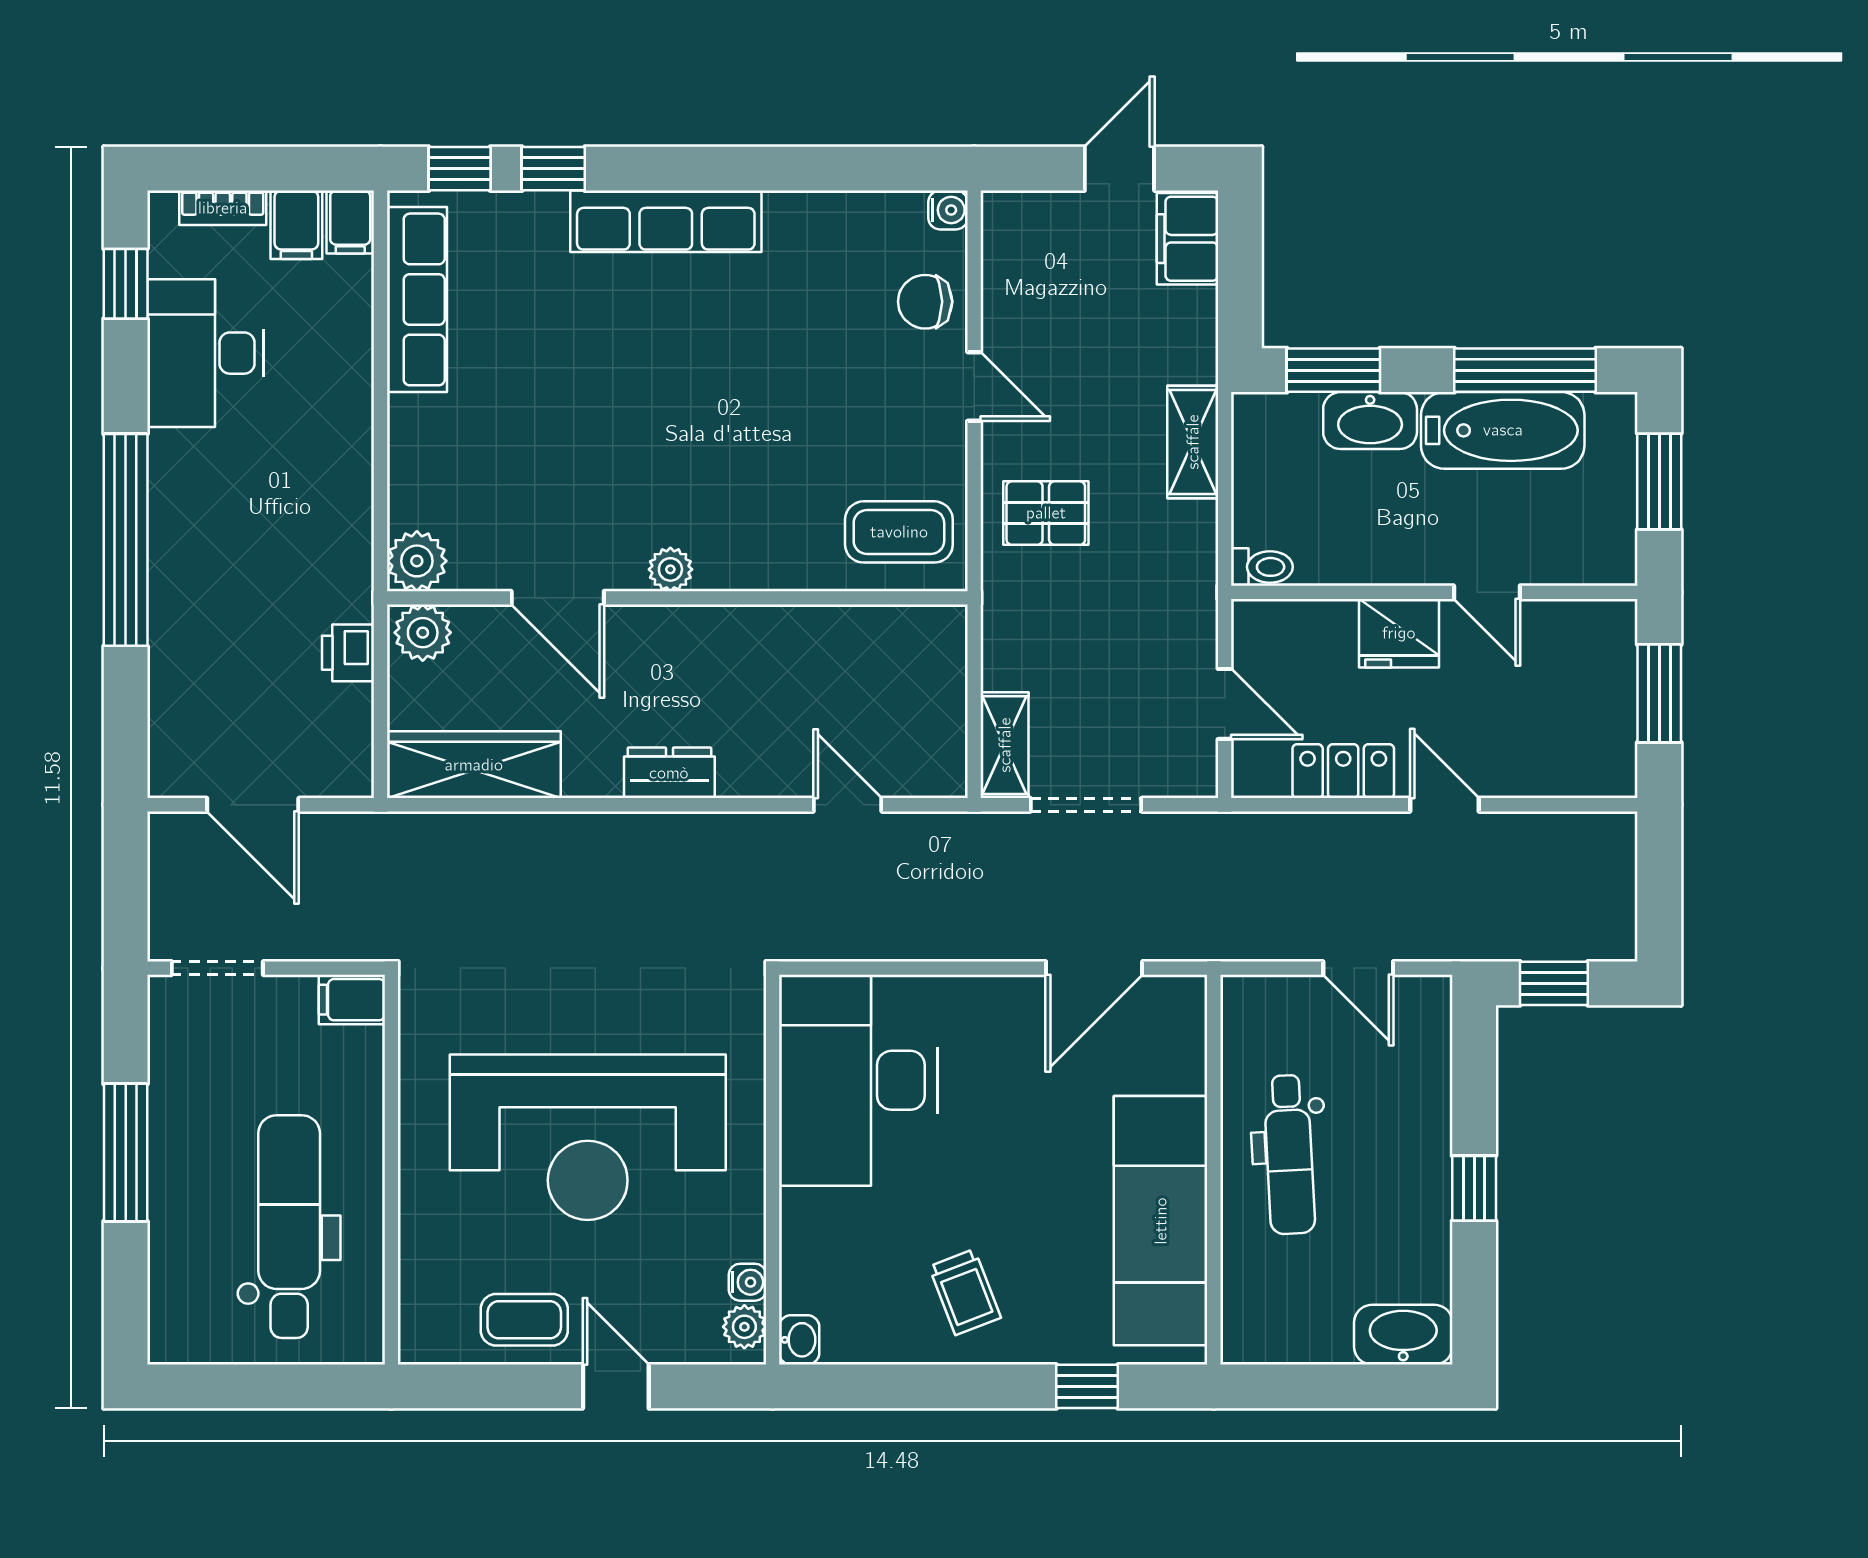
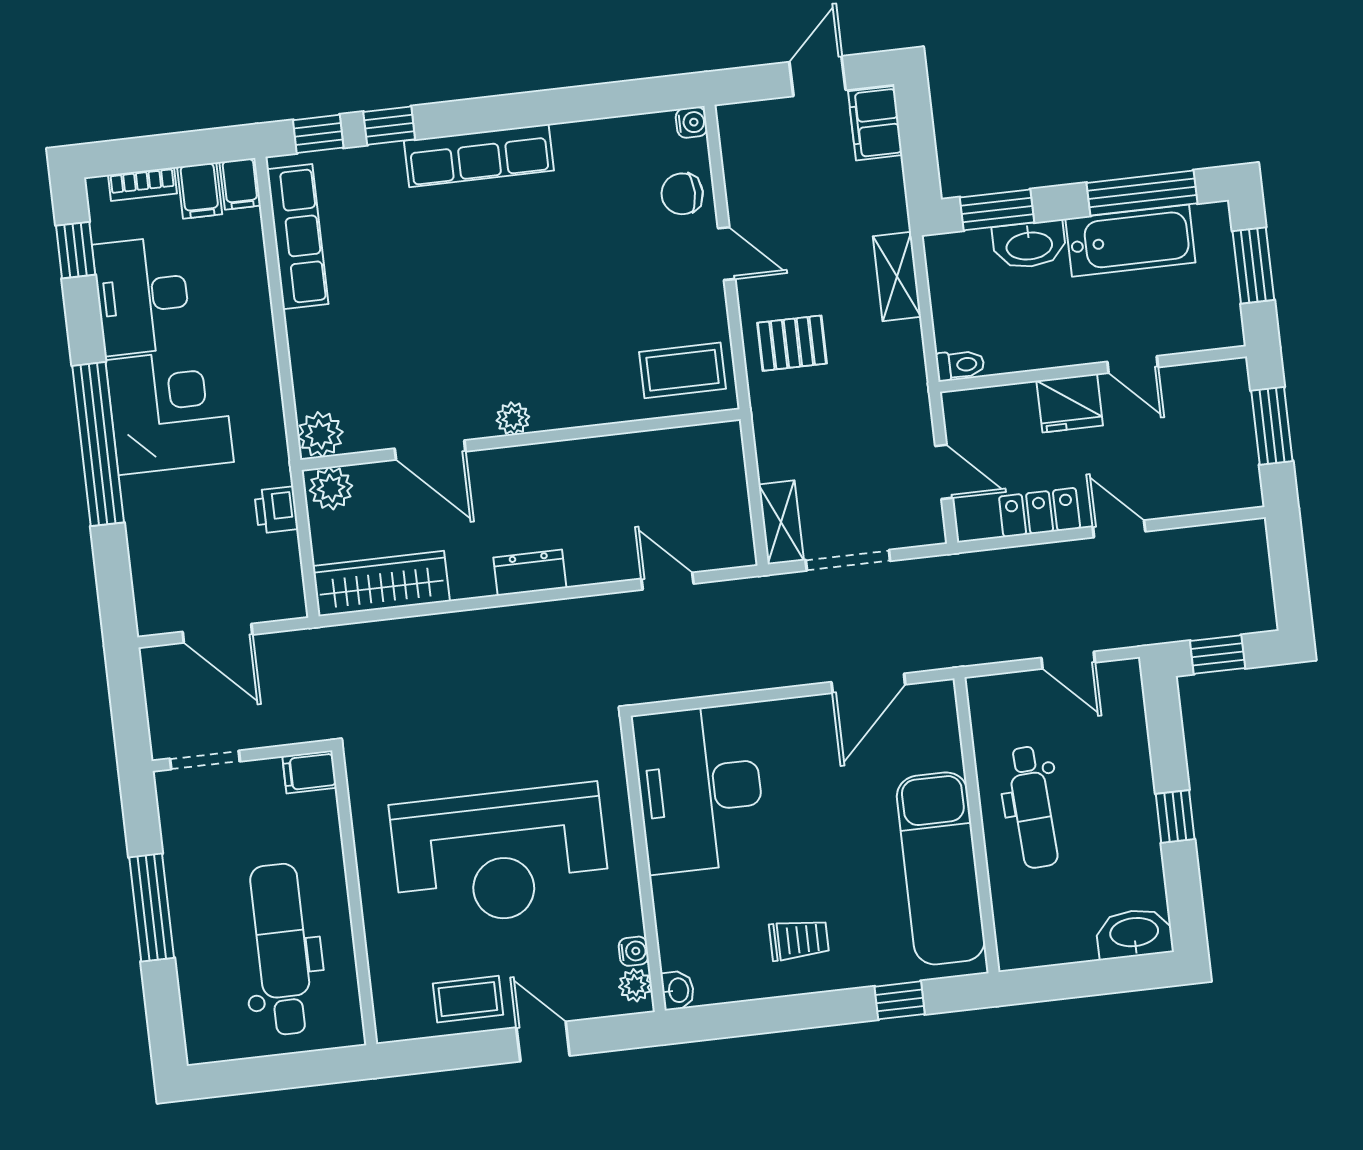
corner desk: (224, 508) -> (169, 411), added
trolley: (965, 1292) -> (799, 940), turned -69

